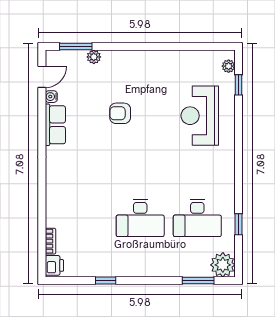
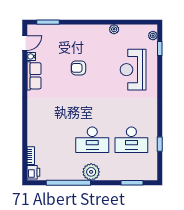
plant: (94, 57) -> (114, 29), moved
plant: (223, 265) -> (91, 172), moved
window: (106, 281) -> (68, 183), width x3.17

